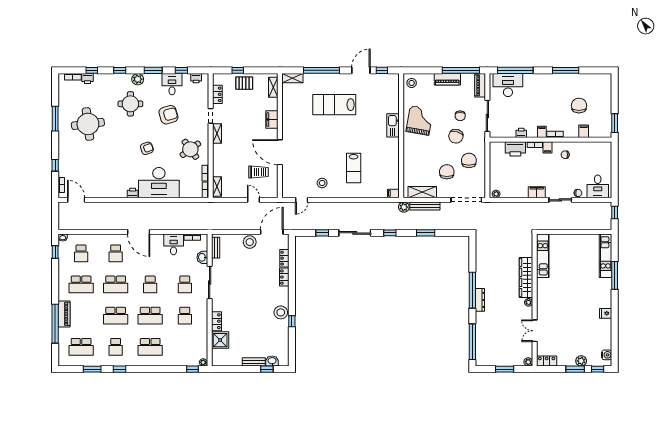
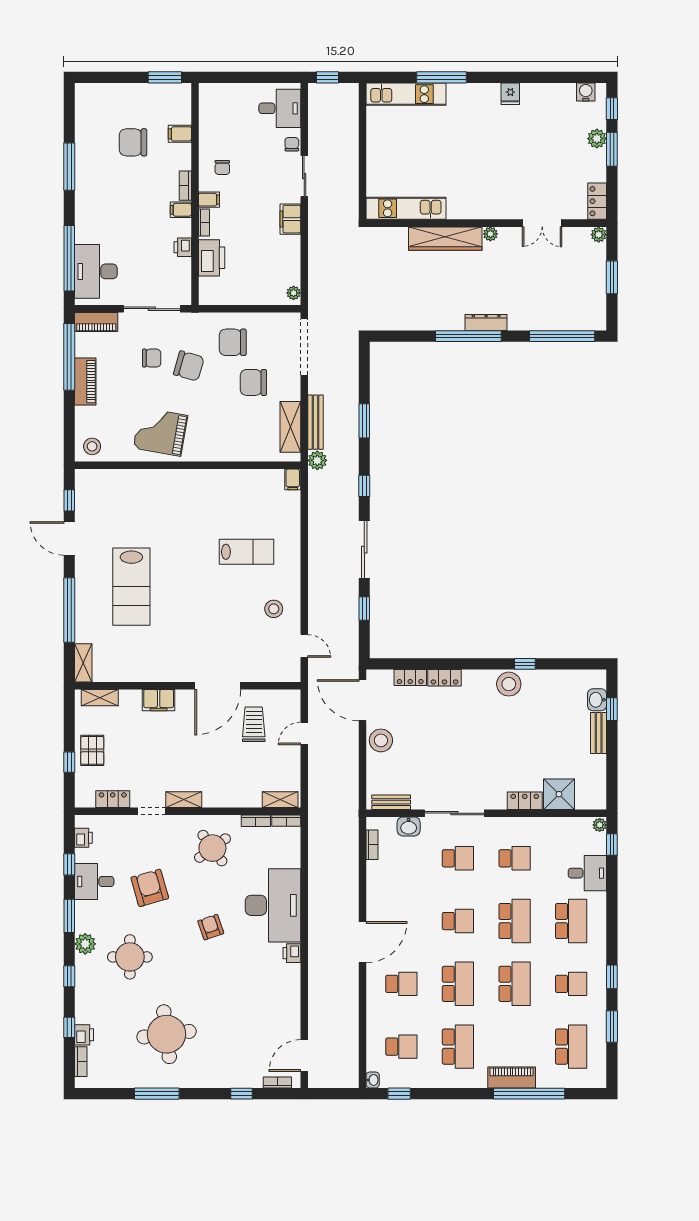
kitchen sink: (393, 125) -> (169, 480), removed
desk: (174, 244) -> (587, 873), moved, turned 180

